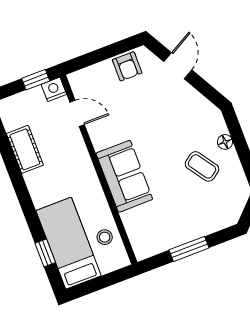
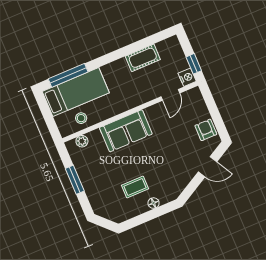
armchair: (127, 66) -> (206, 130), turned 90
coffee table: (202, 166) -> (135, 187), turned 35
plant: (136, 237) -> (82, 141), added
window: (45, 253) -> (68, 75), width x2.17

